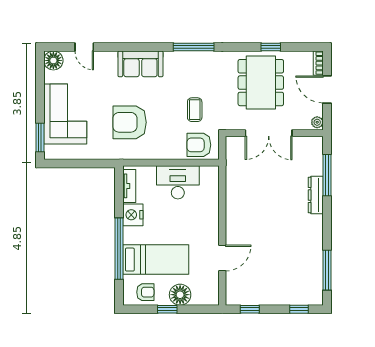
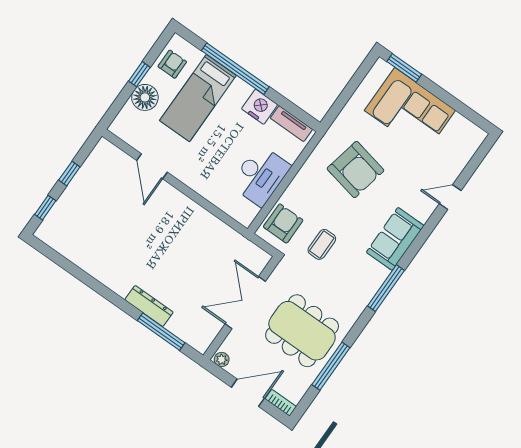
door: (84, 47) -> (450, 197), moved
window: (271, 47) -> (331, 366), width x2.17
floor lamp: (53, 60) -> (473, 137), removed
sofa: (140, 64) -> (395, 239), moved
coffee table: (195, 110) -> (322, 244), turned 90
armchair: (130, 122) -> (356, 169), turned 102
window: (327, 270) -> (65, 264), removed
armchair: (145, 292) -> (172, 64), turned 180
window: (250, 309) -> (69, 174), moved

